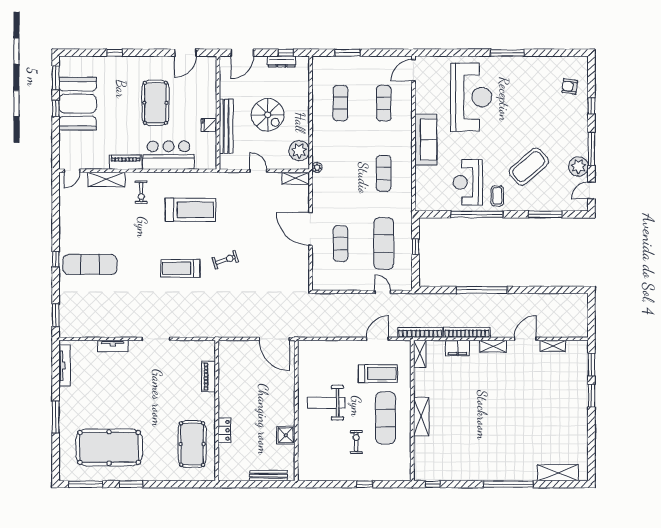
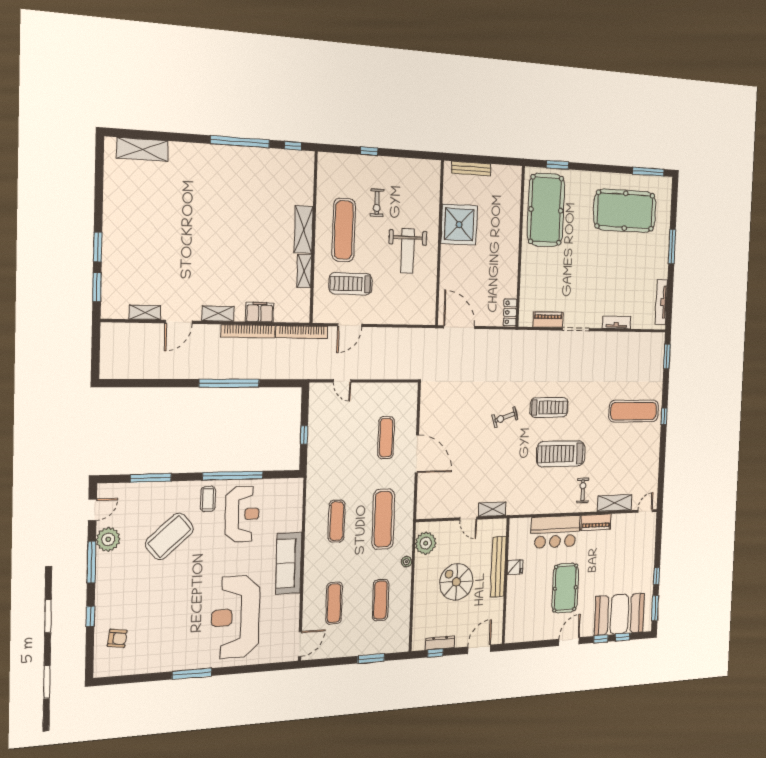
window: (91, 53) -> (623, 637), added
door: (185, 53) -> (569, 642), moved
booth: (78, 104) -> (619, 614), moved, turned 90
plant: (317, 167) -> (406, 562), moved
shelving: (296, 178) -> (492, 509), moved
treadmill: (190, 210) -> (561, 454), moved
exercise mat: (384, 243) -> (383, 519), moved
shelving: (420, 354) -> (304, 271), moved
piano: (209, 377) -> (548, 320), moved, turned -90
weight bench: (326, 403) -> (407, 251), turned 90
locker: (224, 430) -> (510, 312), moved
shower: (286, 435) -> (459, 225), width x1.86, depth x1.86
pool table: (192, 444) -> (546, 210), width x1.36, depth x1.32
window: (131, 484) -> (557, 165), moved
window: (508, 484) -> (240, 142), moved

